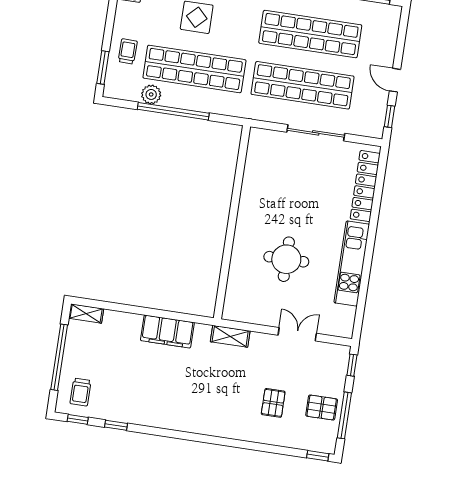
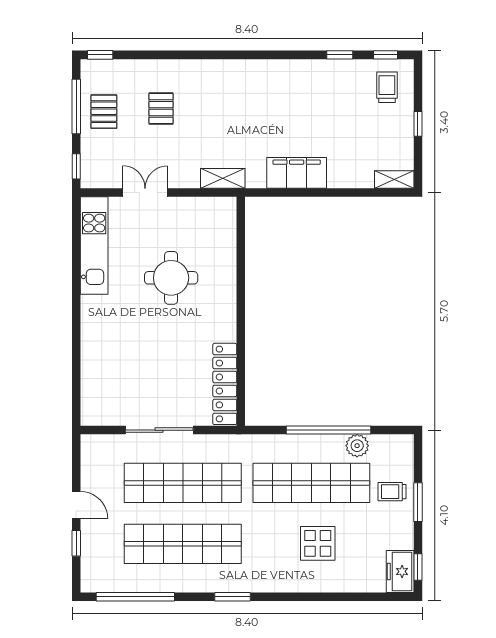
trolley: (128, 51) -> (392, 492), turned 89
window: (103, 68) -> (418, 502), moved
window: (390, 116) -> (76, 543), moved
locker: (365, 186) -> (225, 384), moved, turned 180
kitchen unit: (352, 264) -> (94, 246), moved
double door: (297, 334) -> (145, 192), swing flipped
window: (59, 357) -> (418, 124), width x0.32
pallet: (322, 408) -> (104, 112), turned 90

